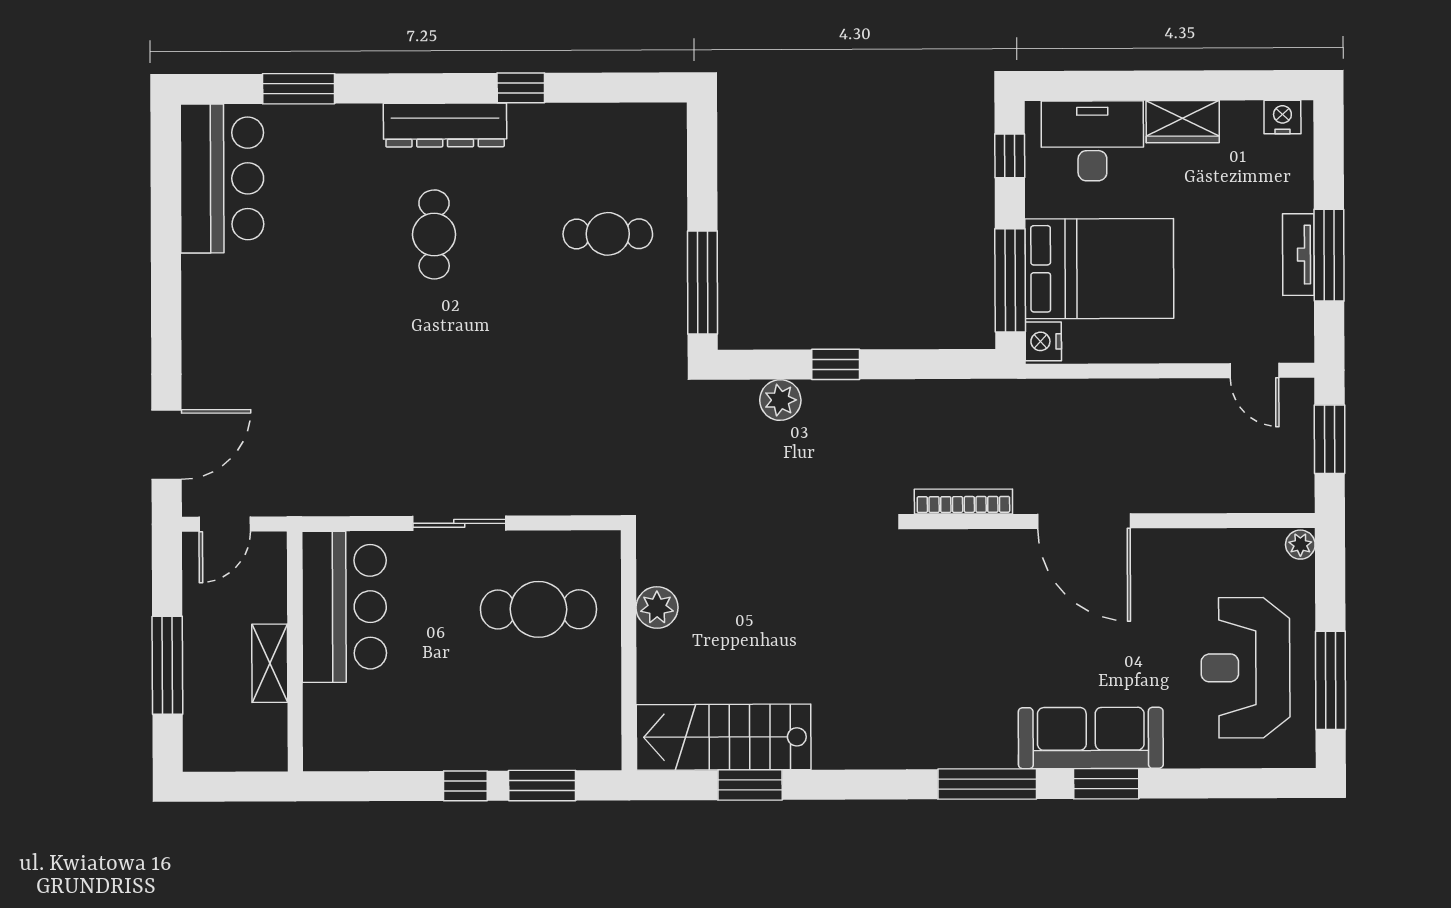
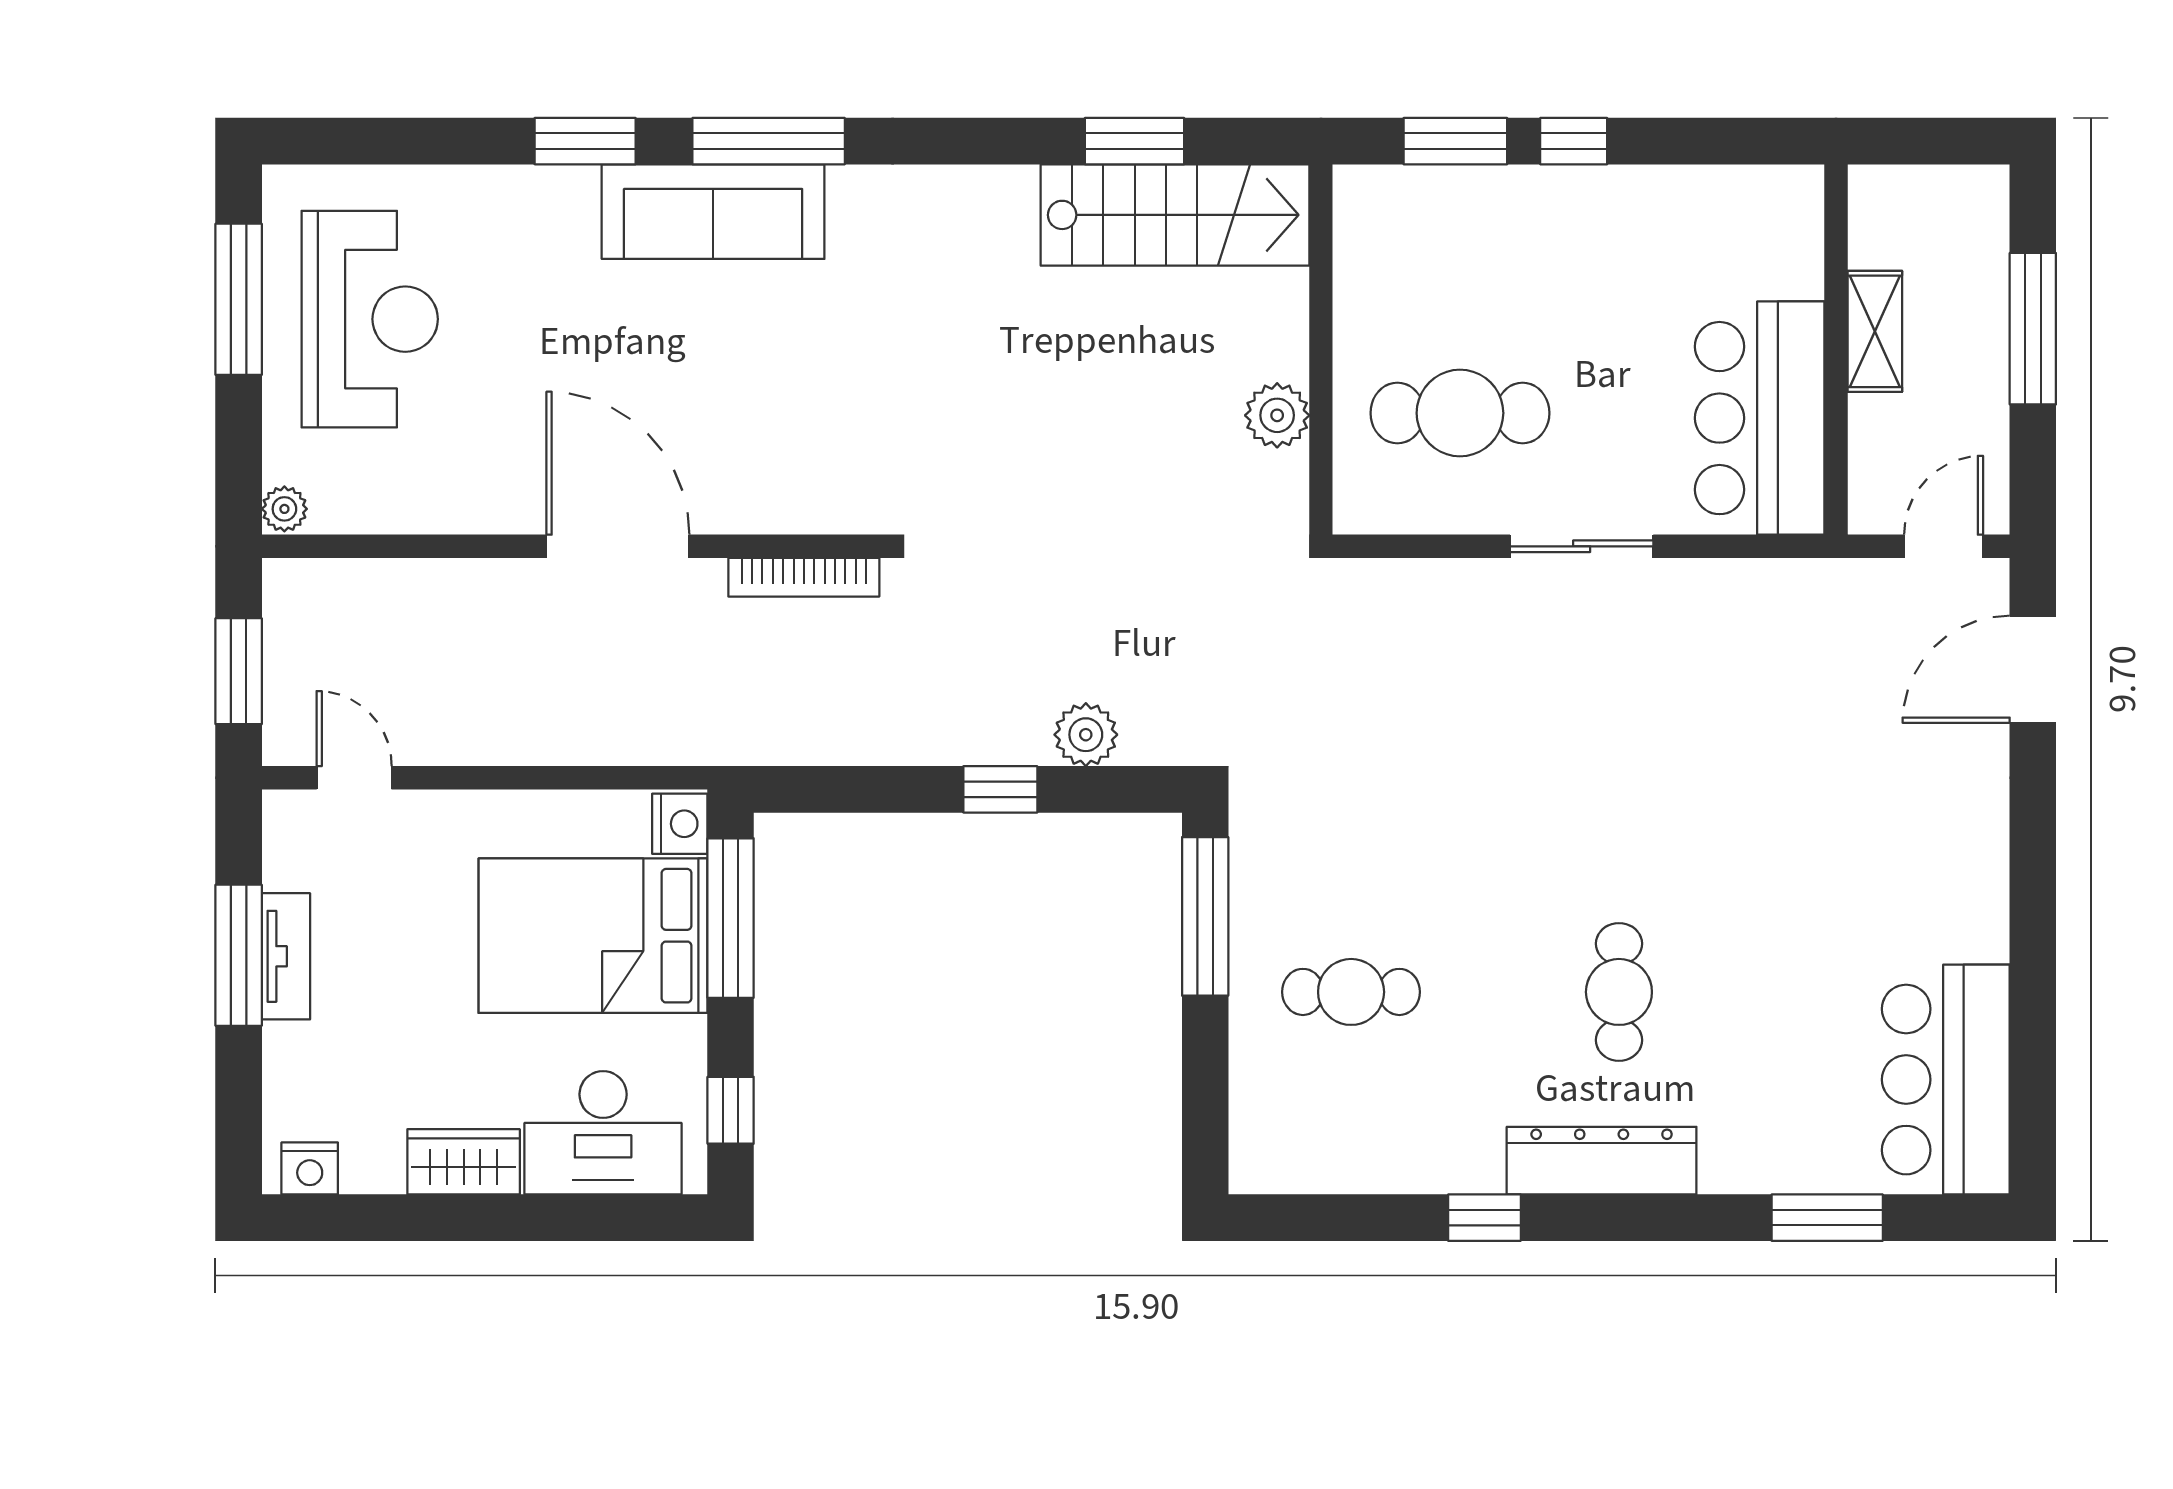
sofa: (1091, 738) -> (713, 212), moved

